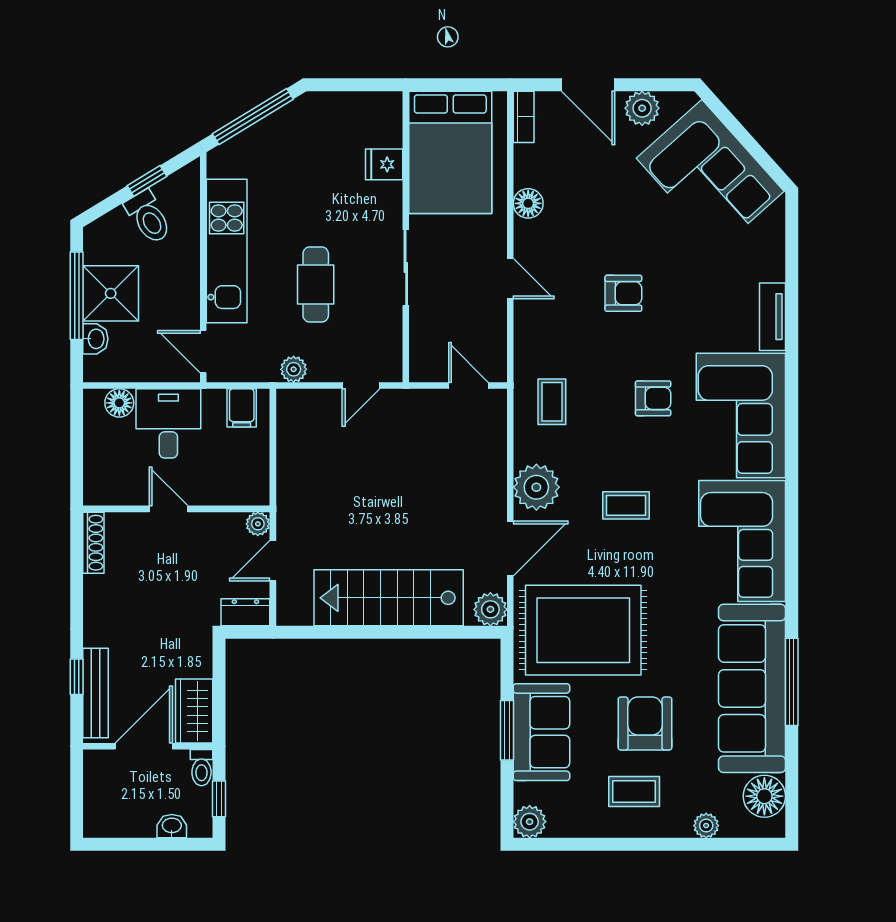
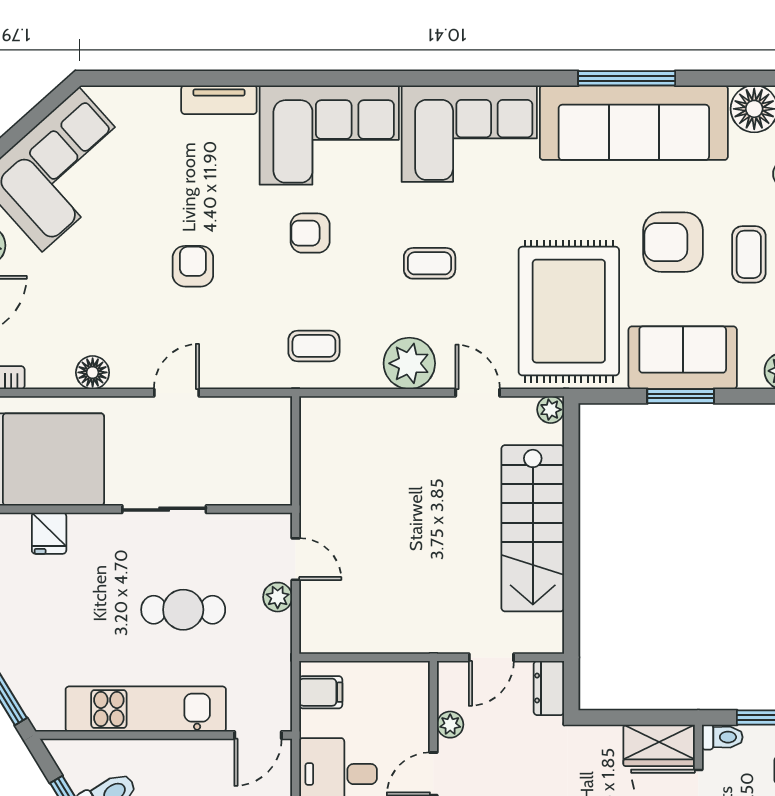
plant: (294, 369) -> (278, 597), moved
door: (468, 385) -> (296, 439), removed
armchair: (653, 398) -> (310, 233), turned -90
coffee table: (626, 505) -> (430, 263), turned 90
plant: (258, 524) -> (450, 725), moved
door: (510, 548) -> (478, 393), width x0.73
door: (273, 561) -> (491, 657), hinge flipped
plant: (490, 609) -> (551, 410), width x0.73, depth x0.73

